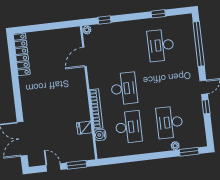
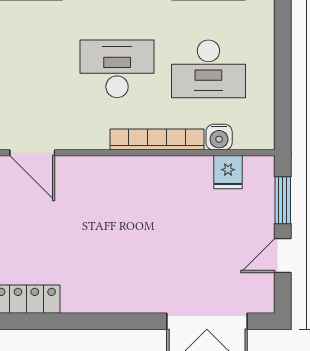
desk: (128, 127) -> (208, 69), turned 180
fridge: (84, 128) -> (228, 172), moved

